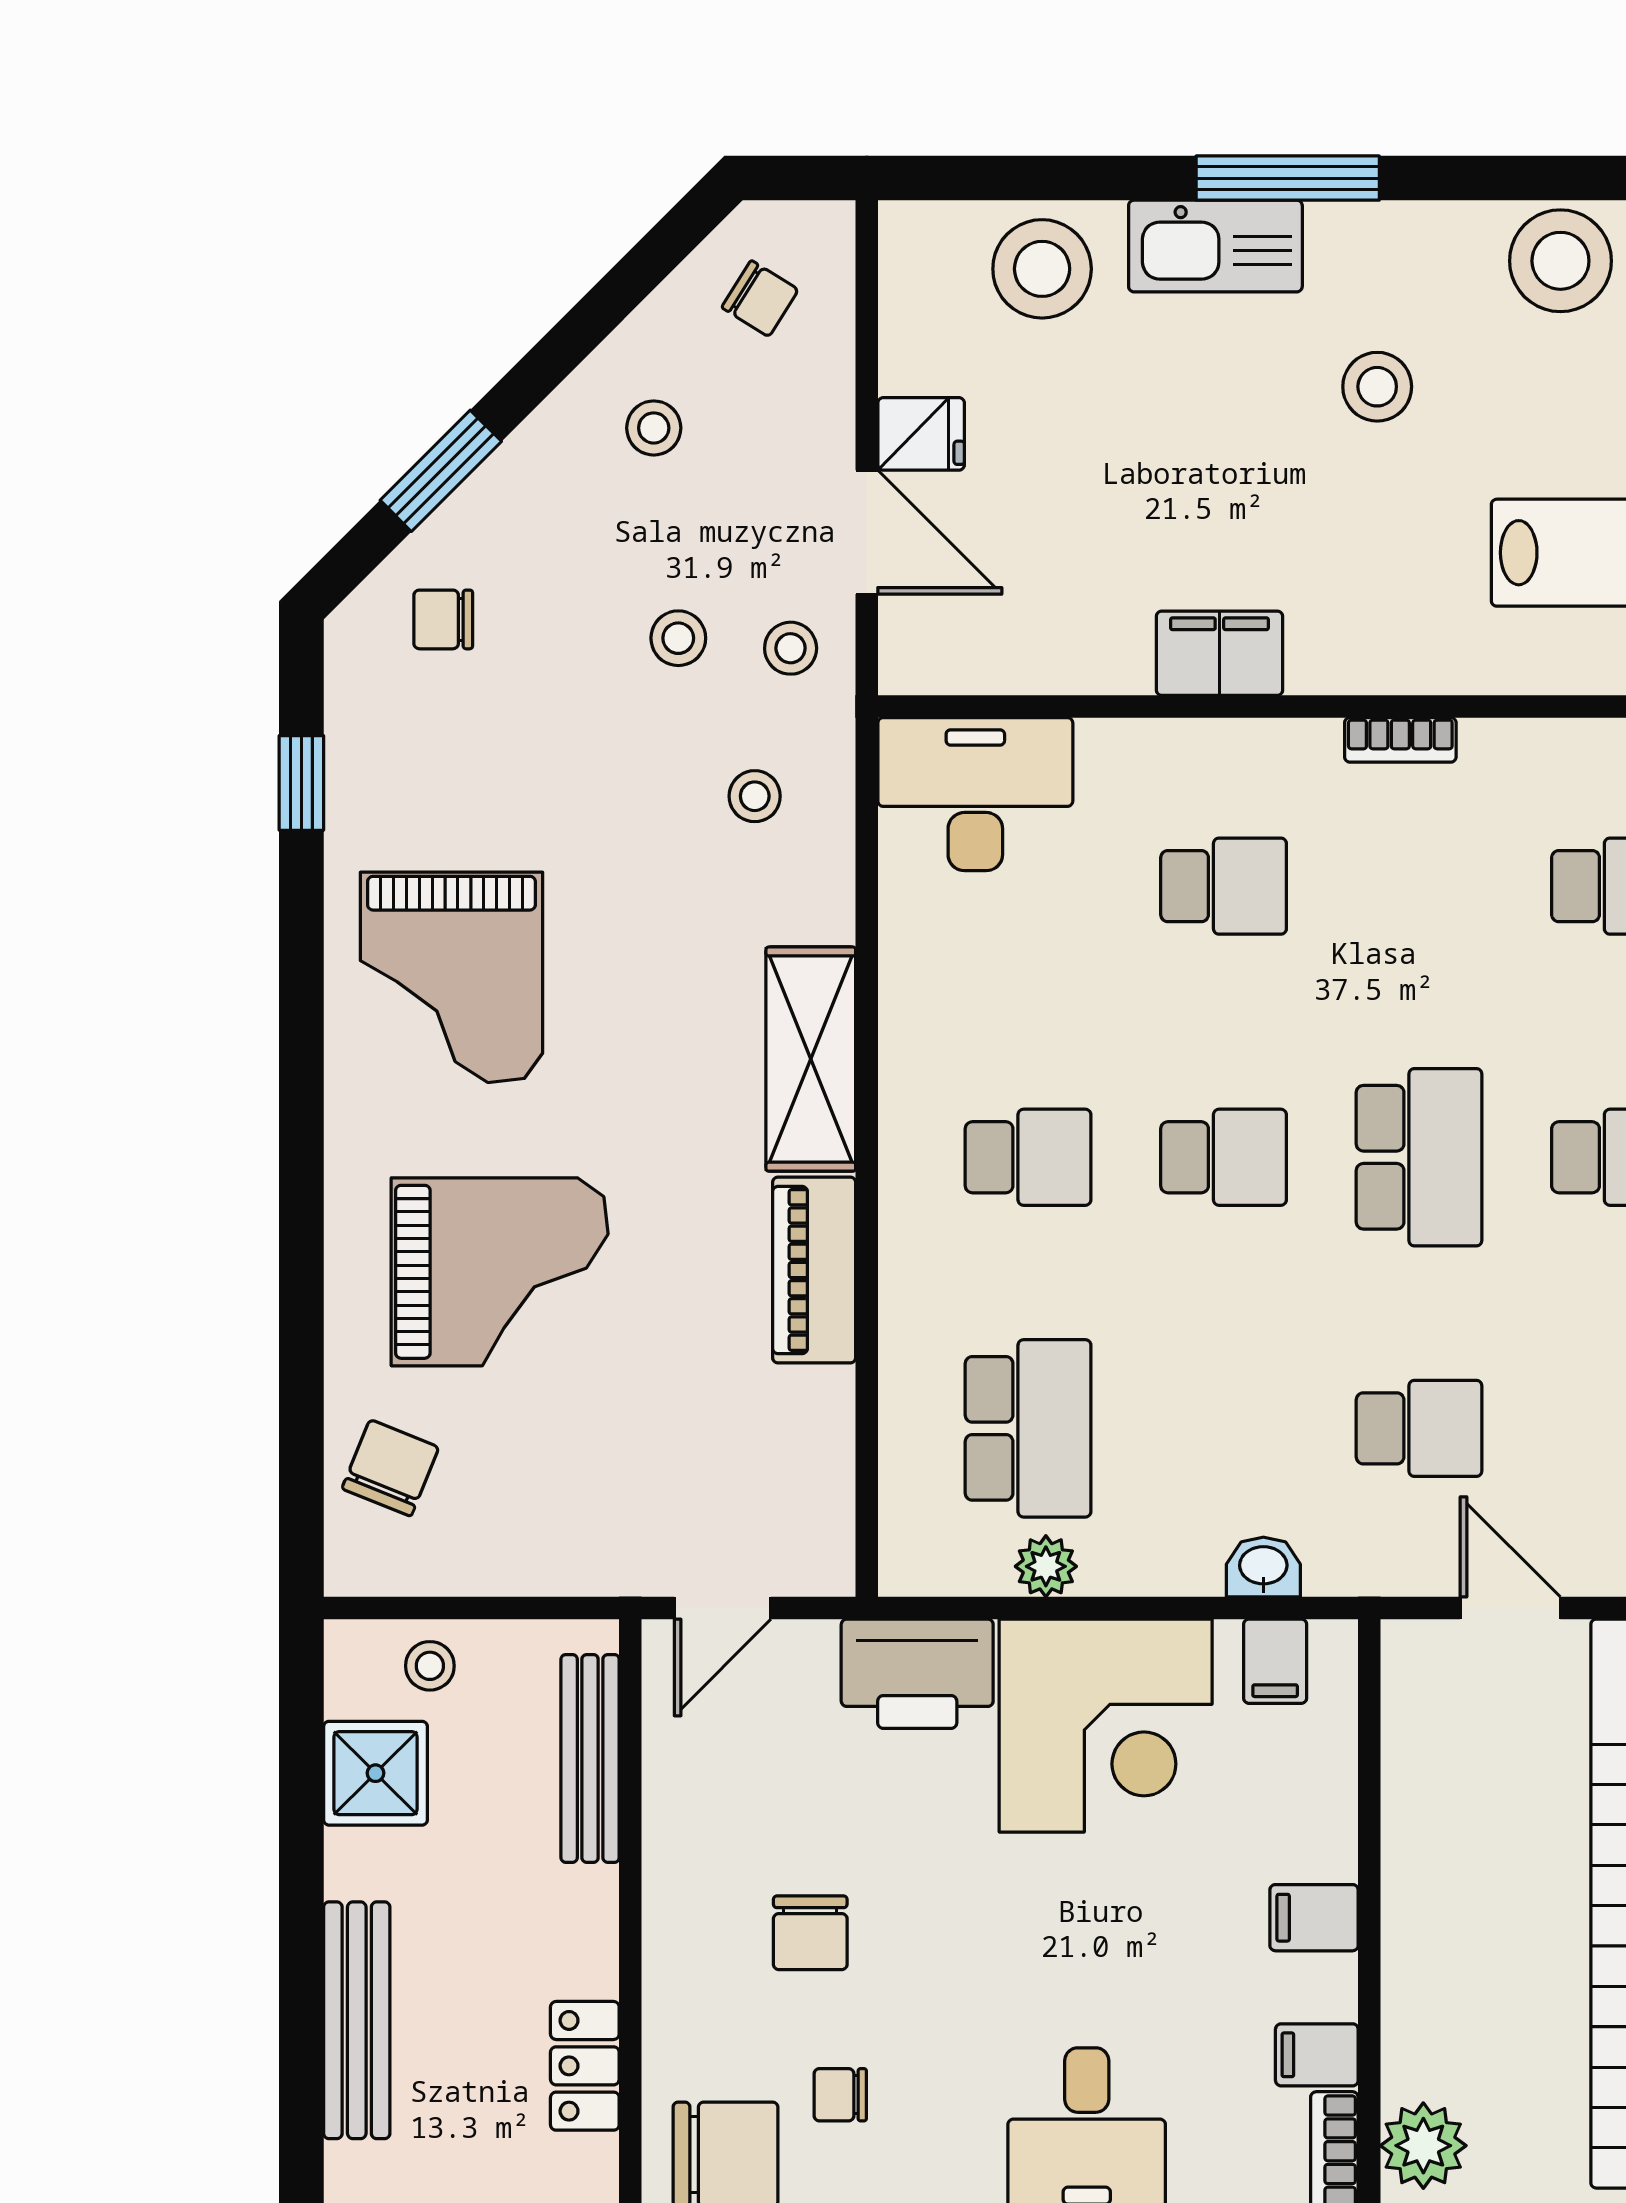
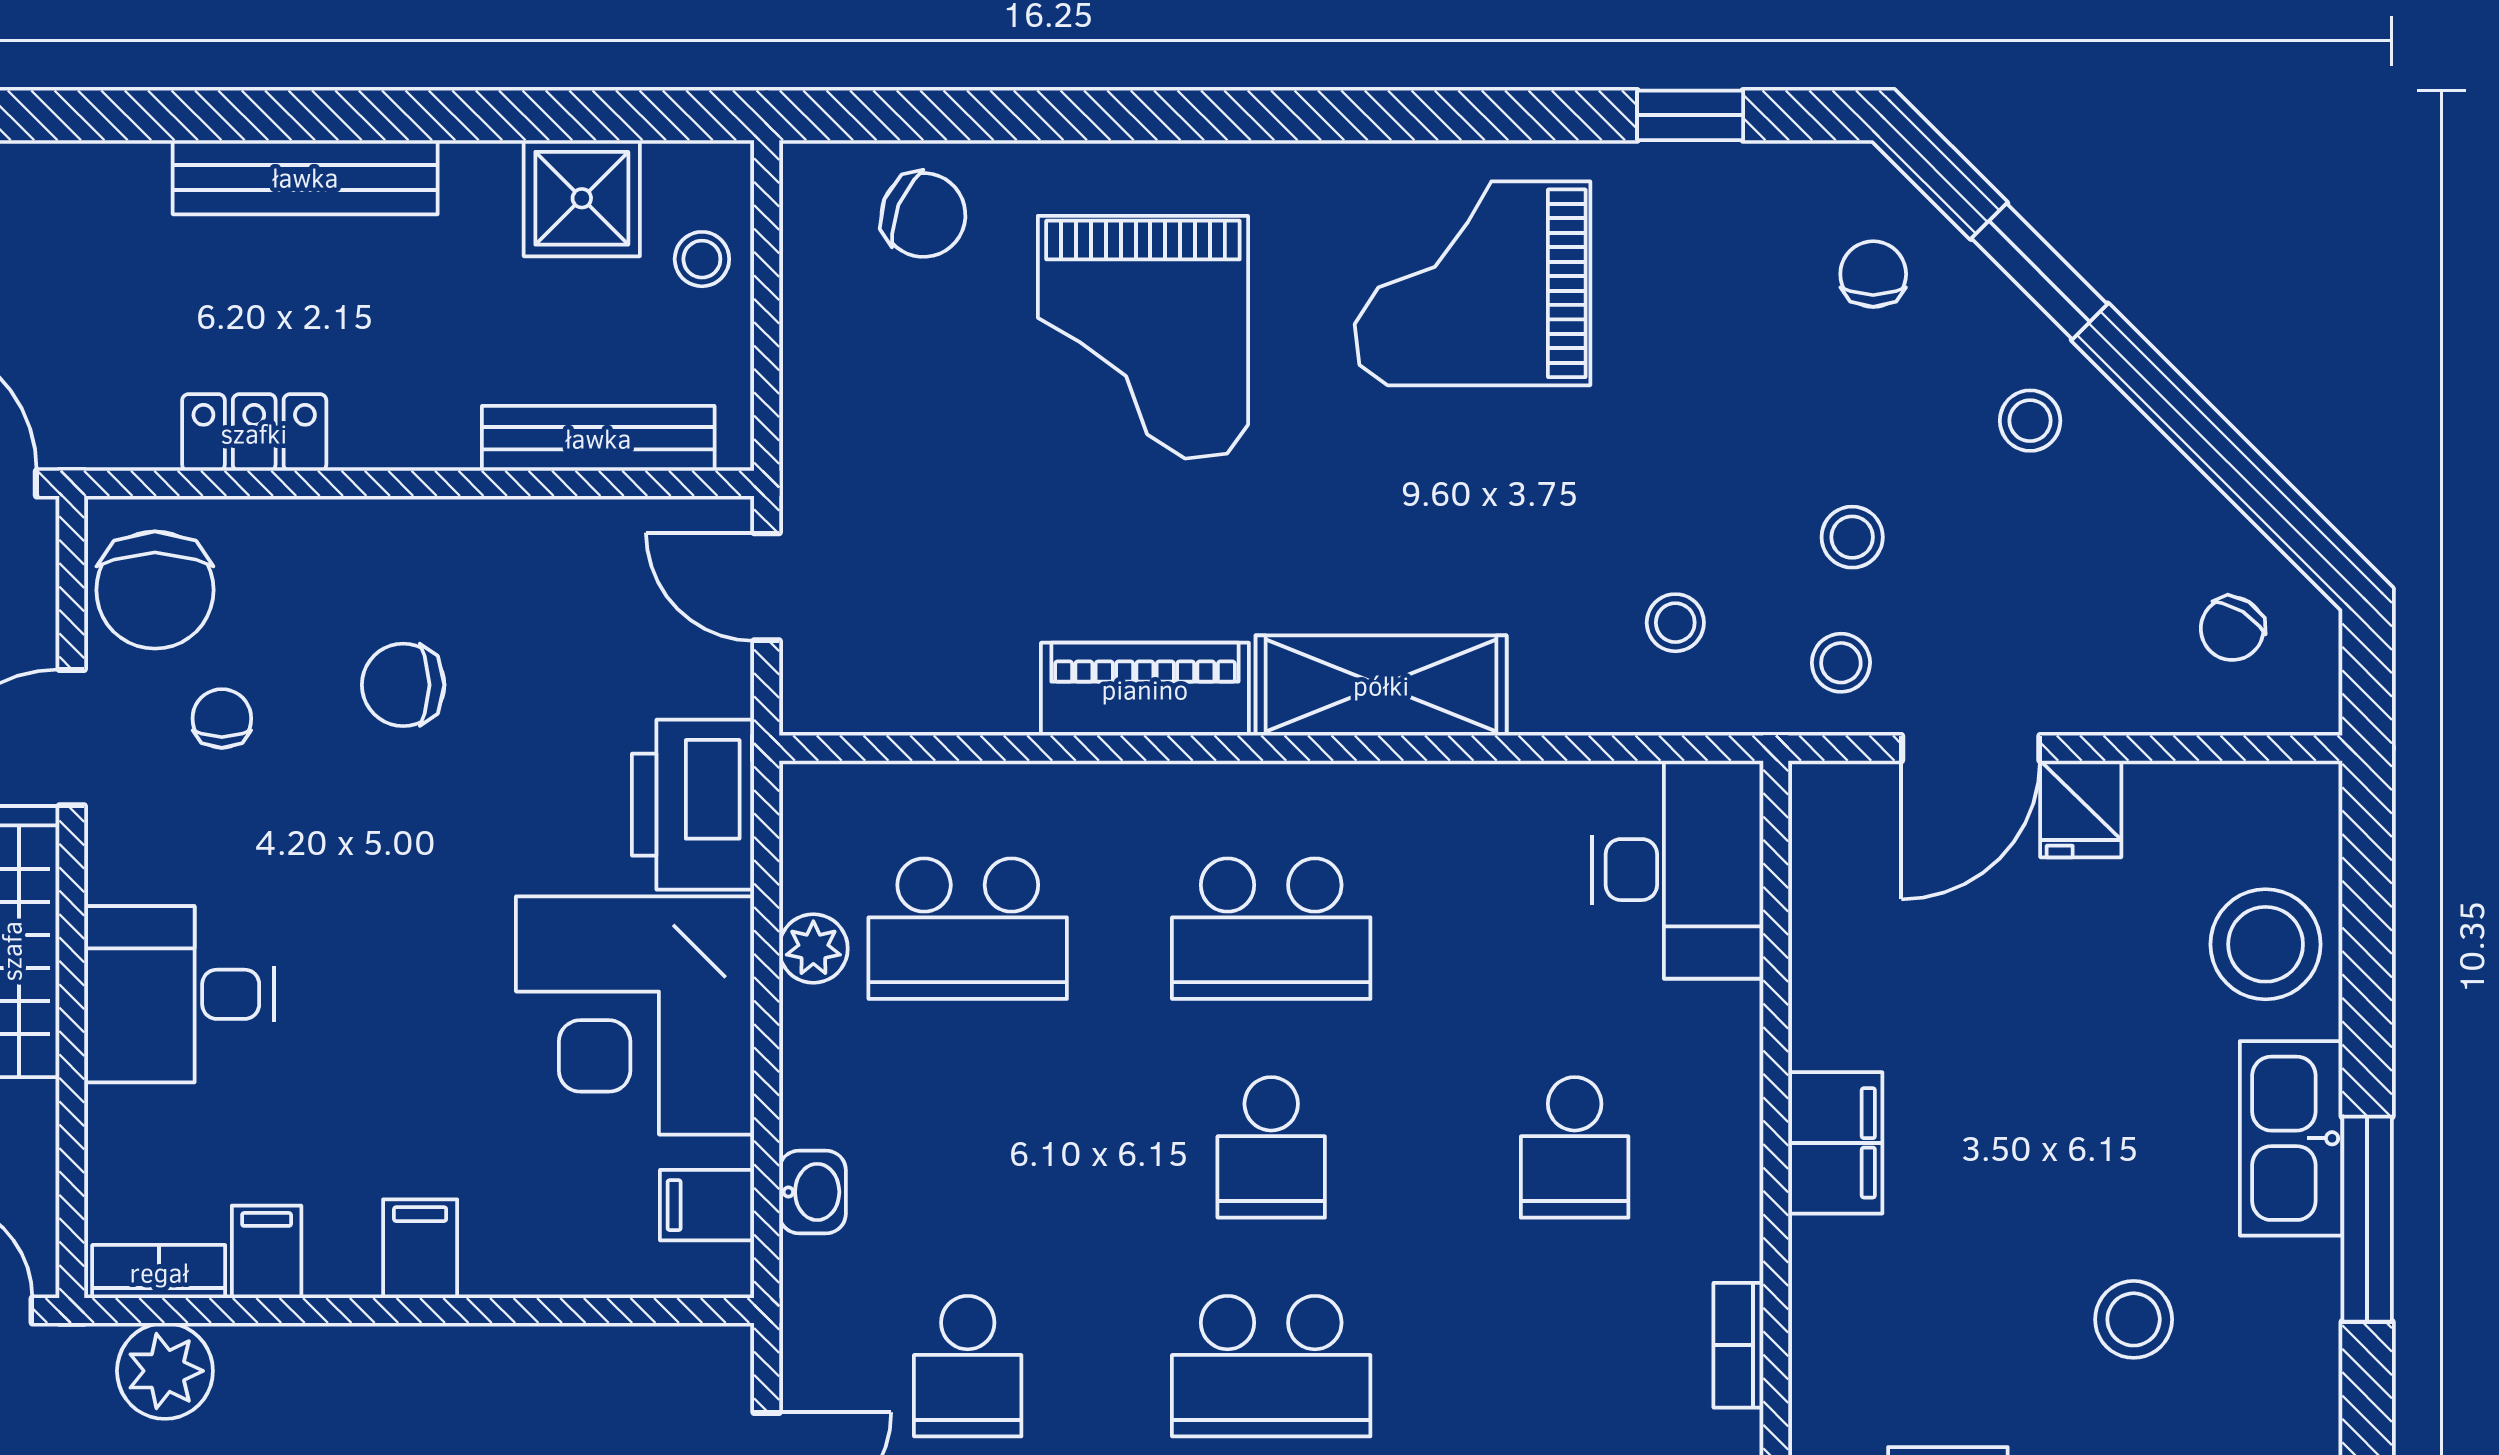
stool: (654, 428) -> (2030, 421), moved
school desk: (1028, 1157) -> (1271, 929), width x1.85

